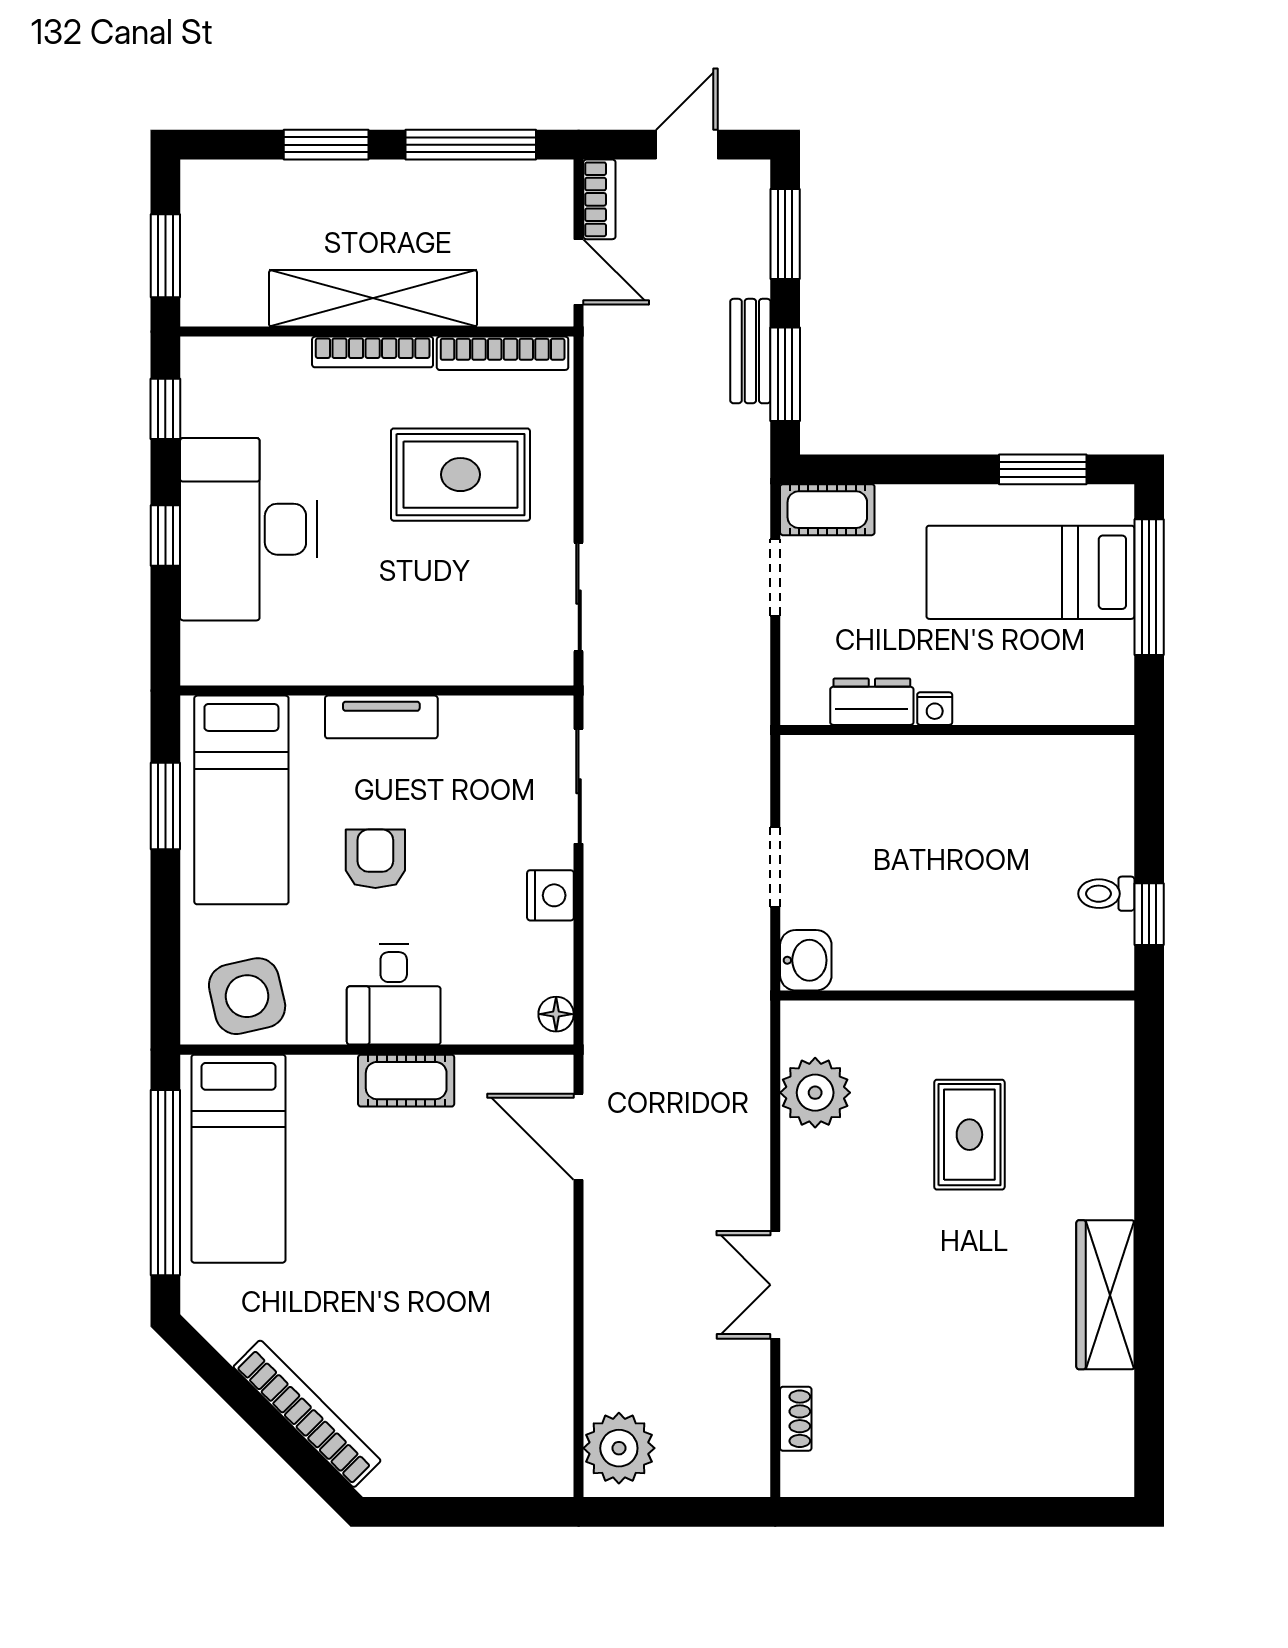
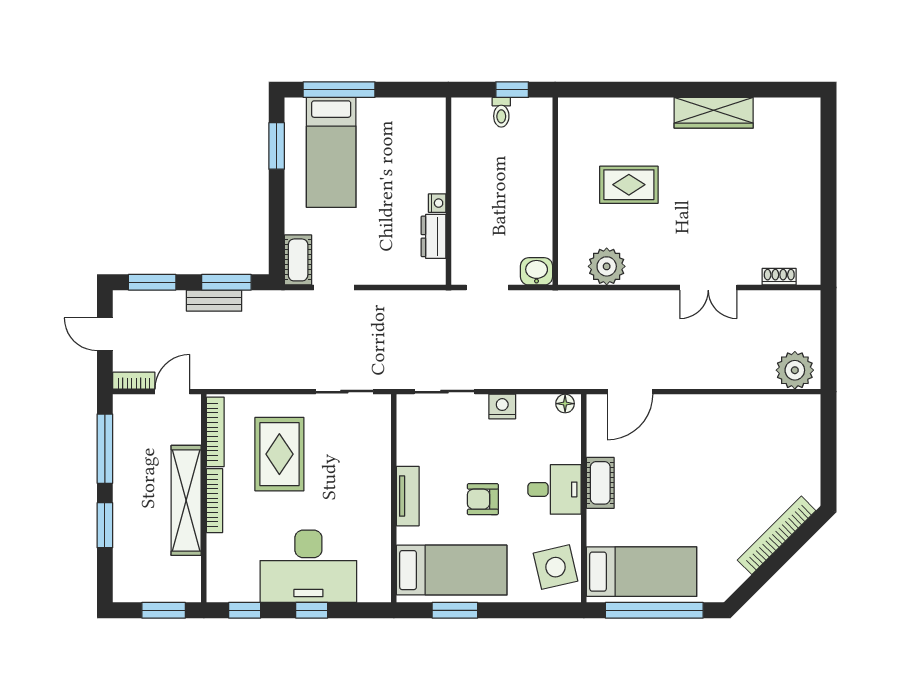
dresser: (872, 702) -> (434, 236), moved
nightstand: (935, 709) -> (437, 203), moved
wall: (957, 730) -> (448, 191), moved

